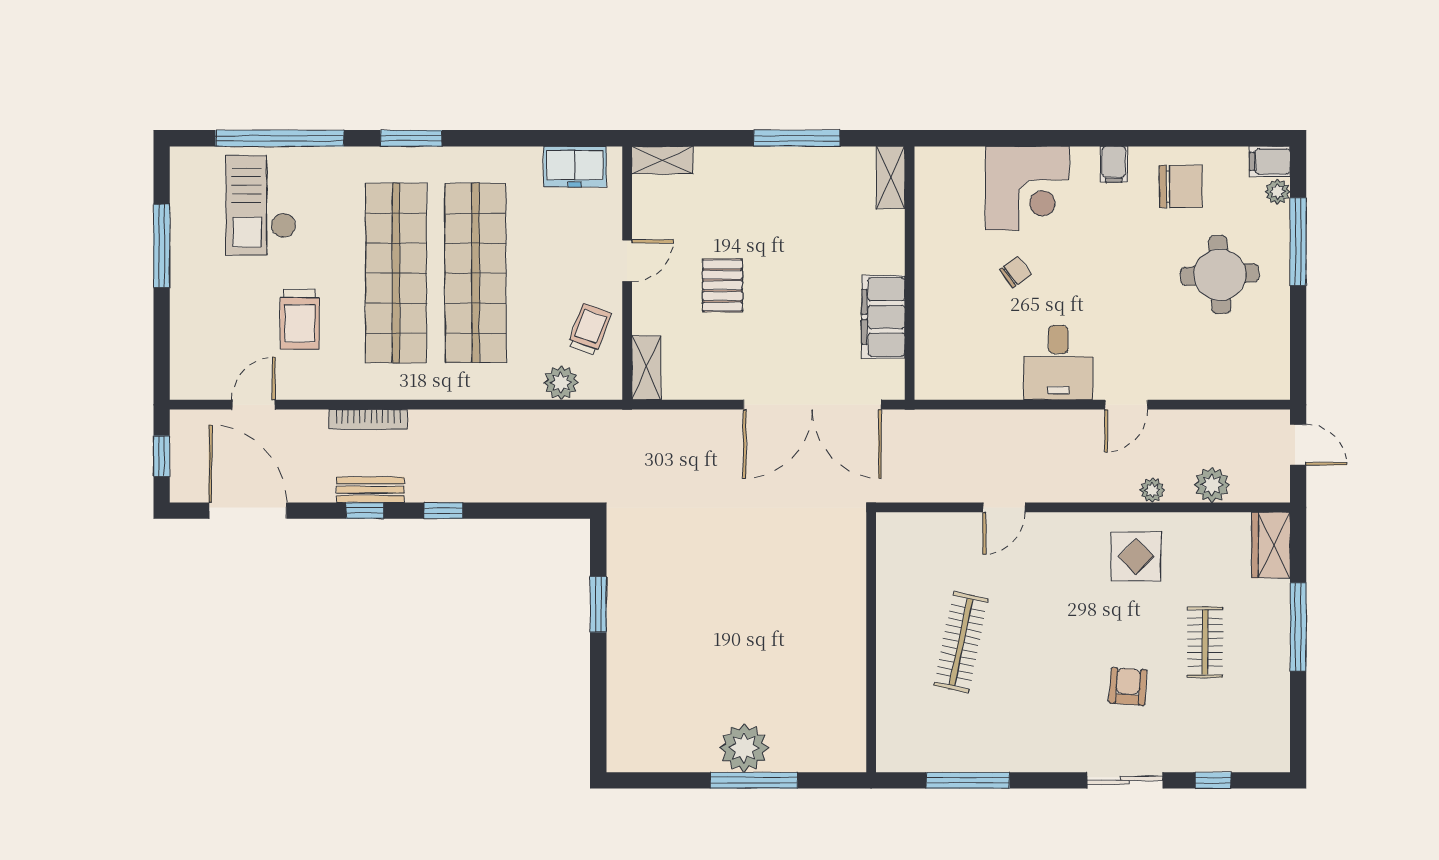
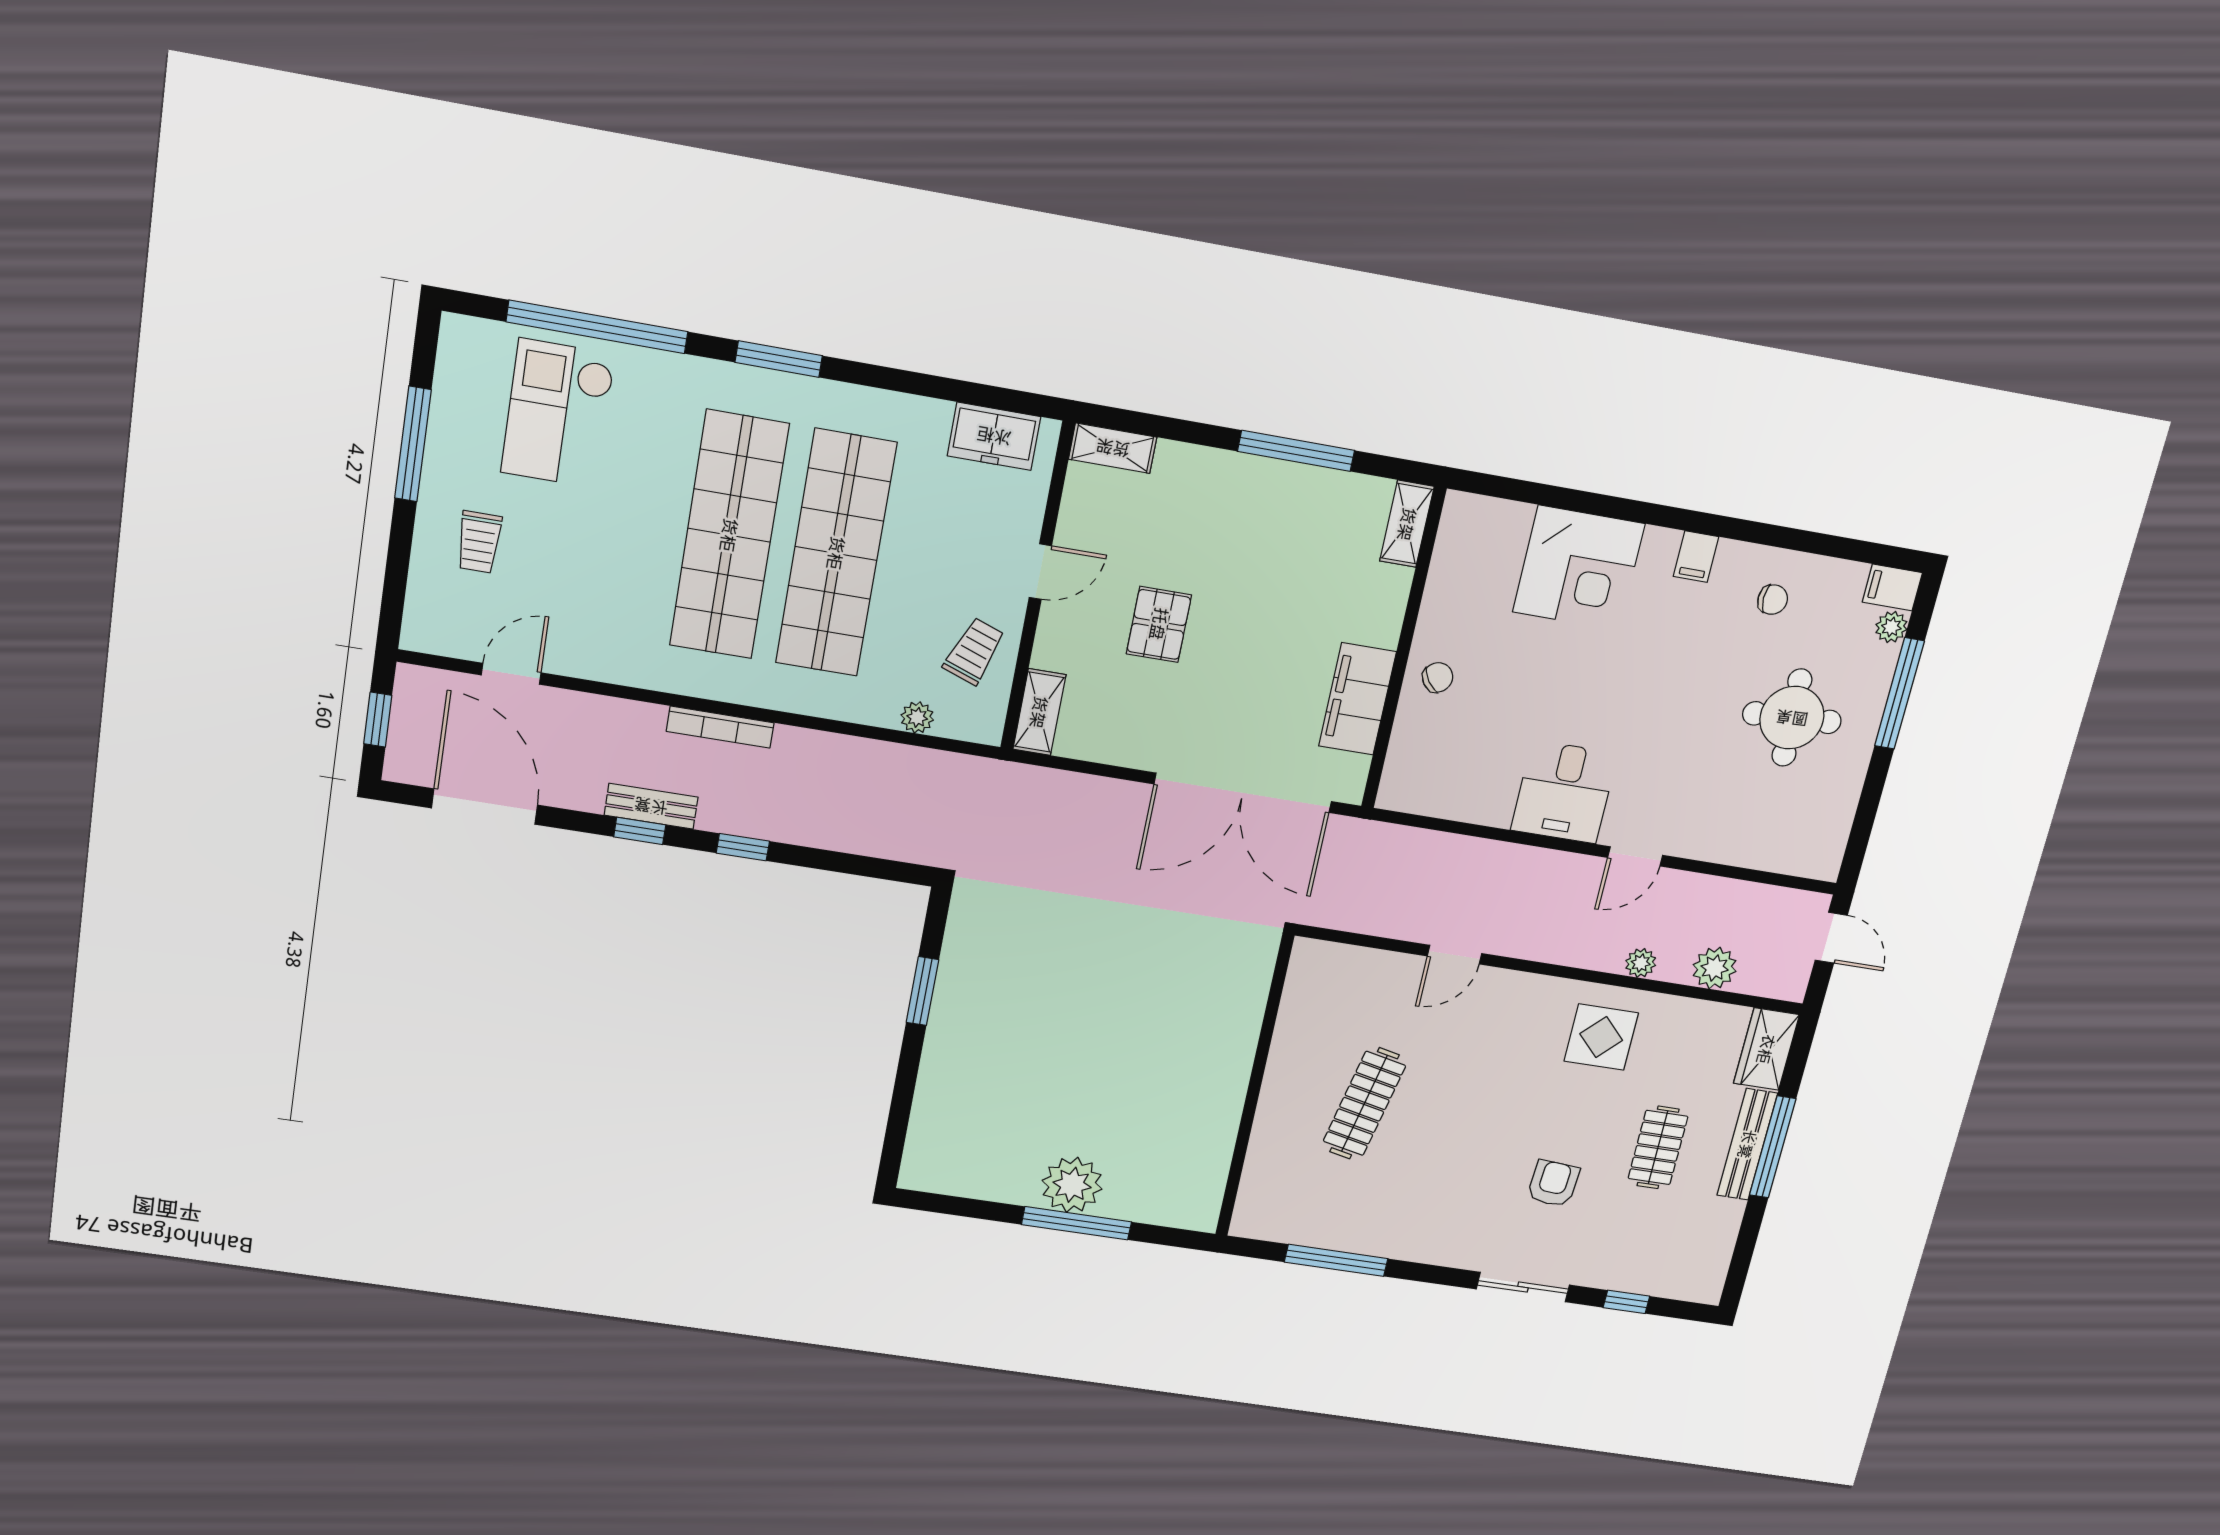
chair: (1181, 187) -> (1773, 600), width x0.54, depth x0.54
chair: (1016, 272) -> (1438, 677), moved
trolley: (300, 319) -> (479, 542), moved, width x0.73, depth x0.72
plant: (561, 383) -> (917, 717), width x0.73, depth x0.73
bookcase: (368, 420) -> (720, 727), moved
bench: (1277, 628) -> (1747, 1144), added

